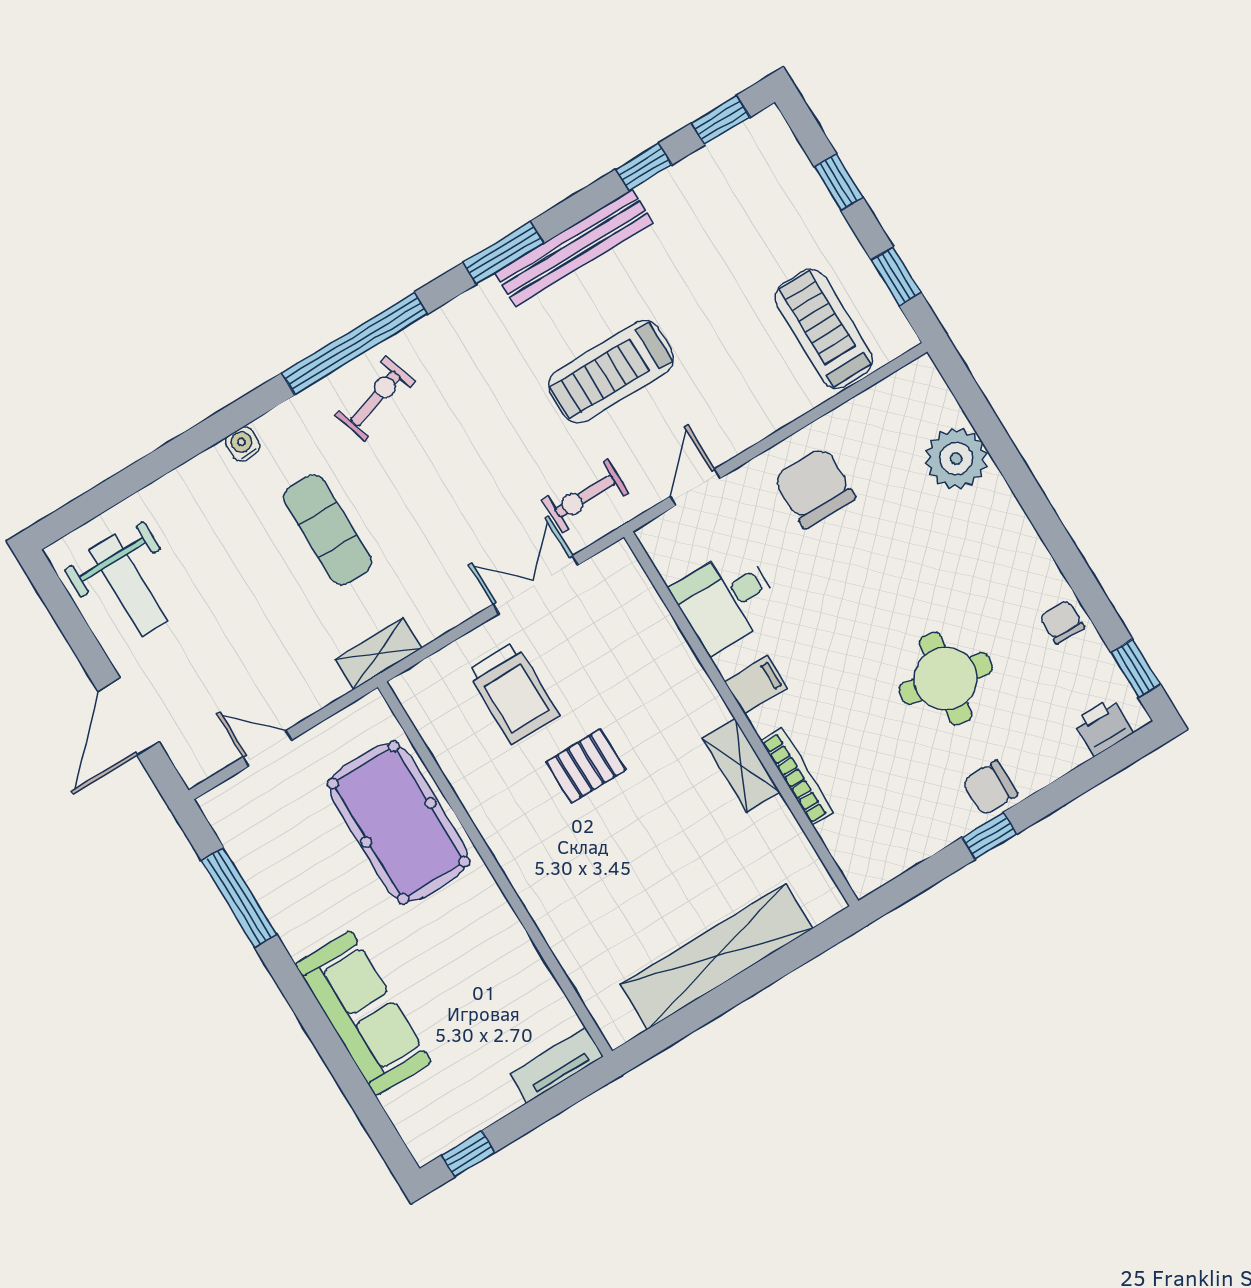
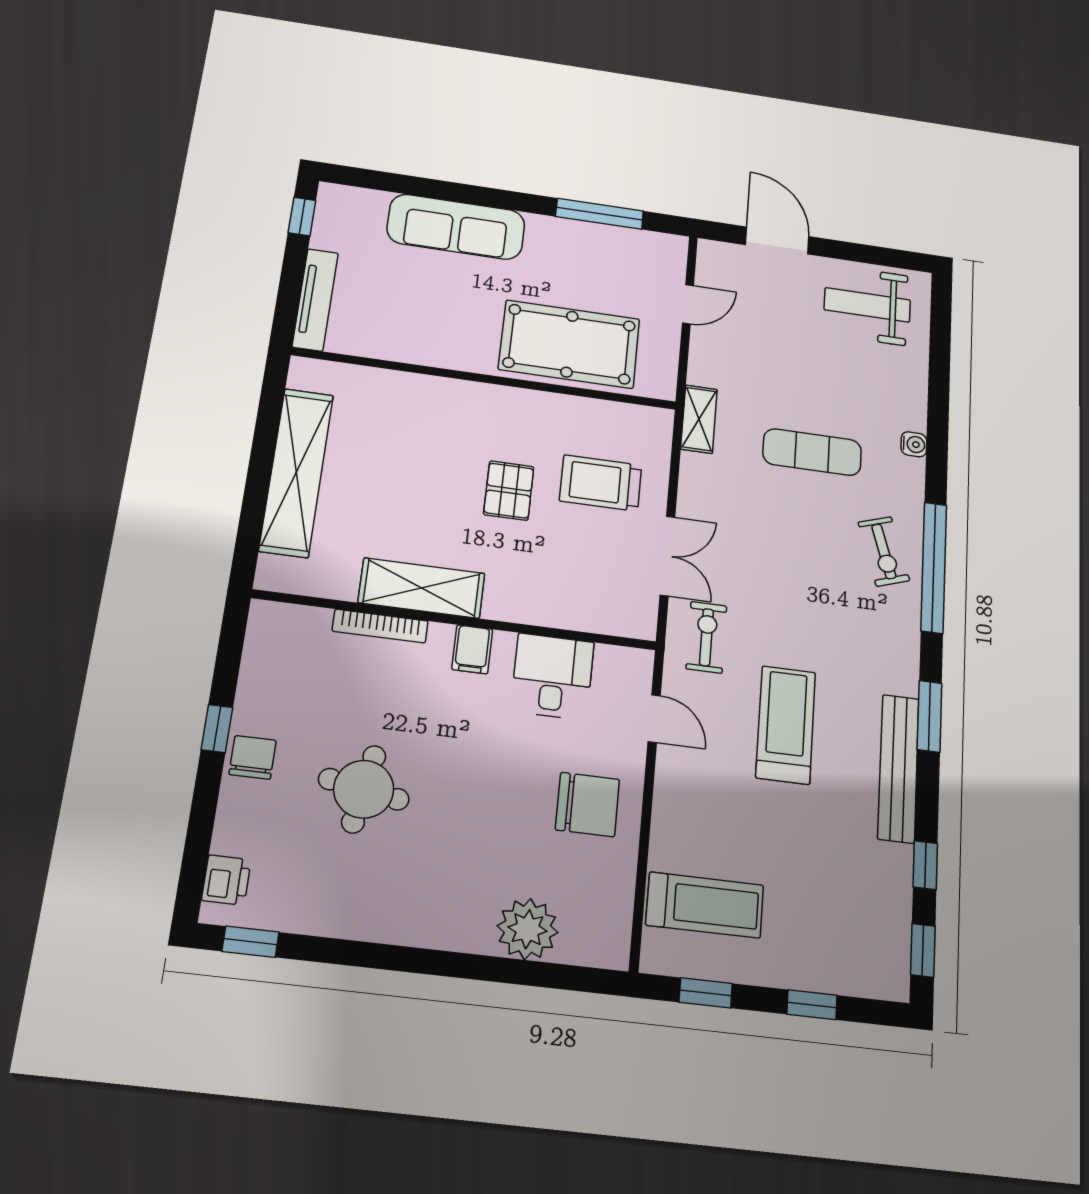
chair: (1062, 622) -> (334, 912), removed
shelving: (741, 766) -> (422, 588), width x1.50, depth x1.33
tv unit: (557, 1065) -> (315, 300), width x1.41

